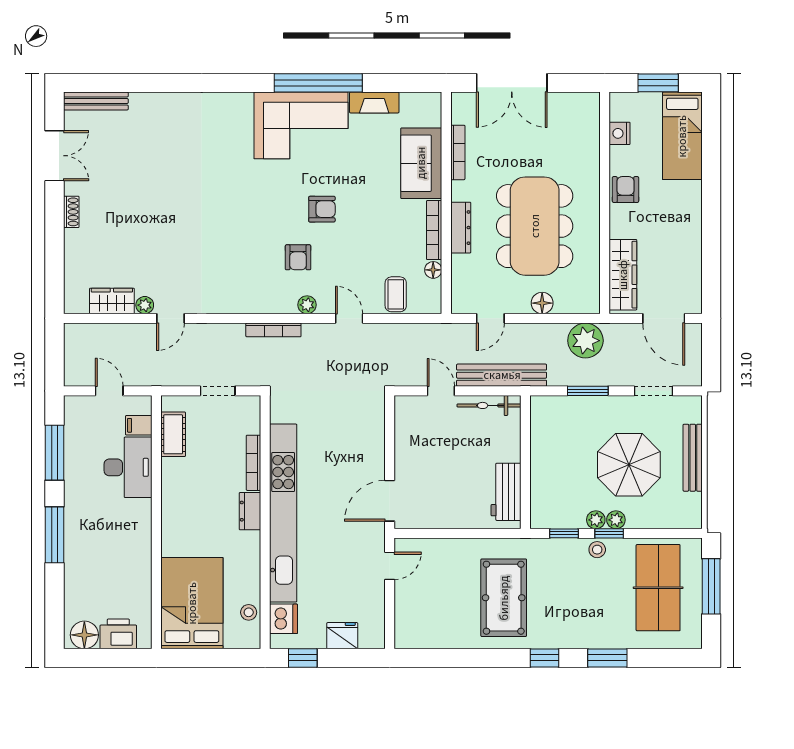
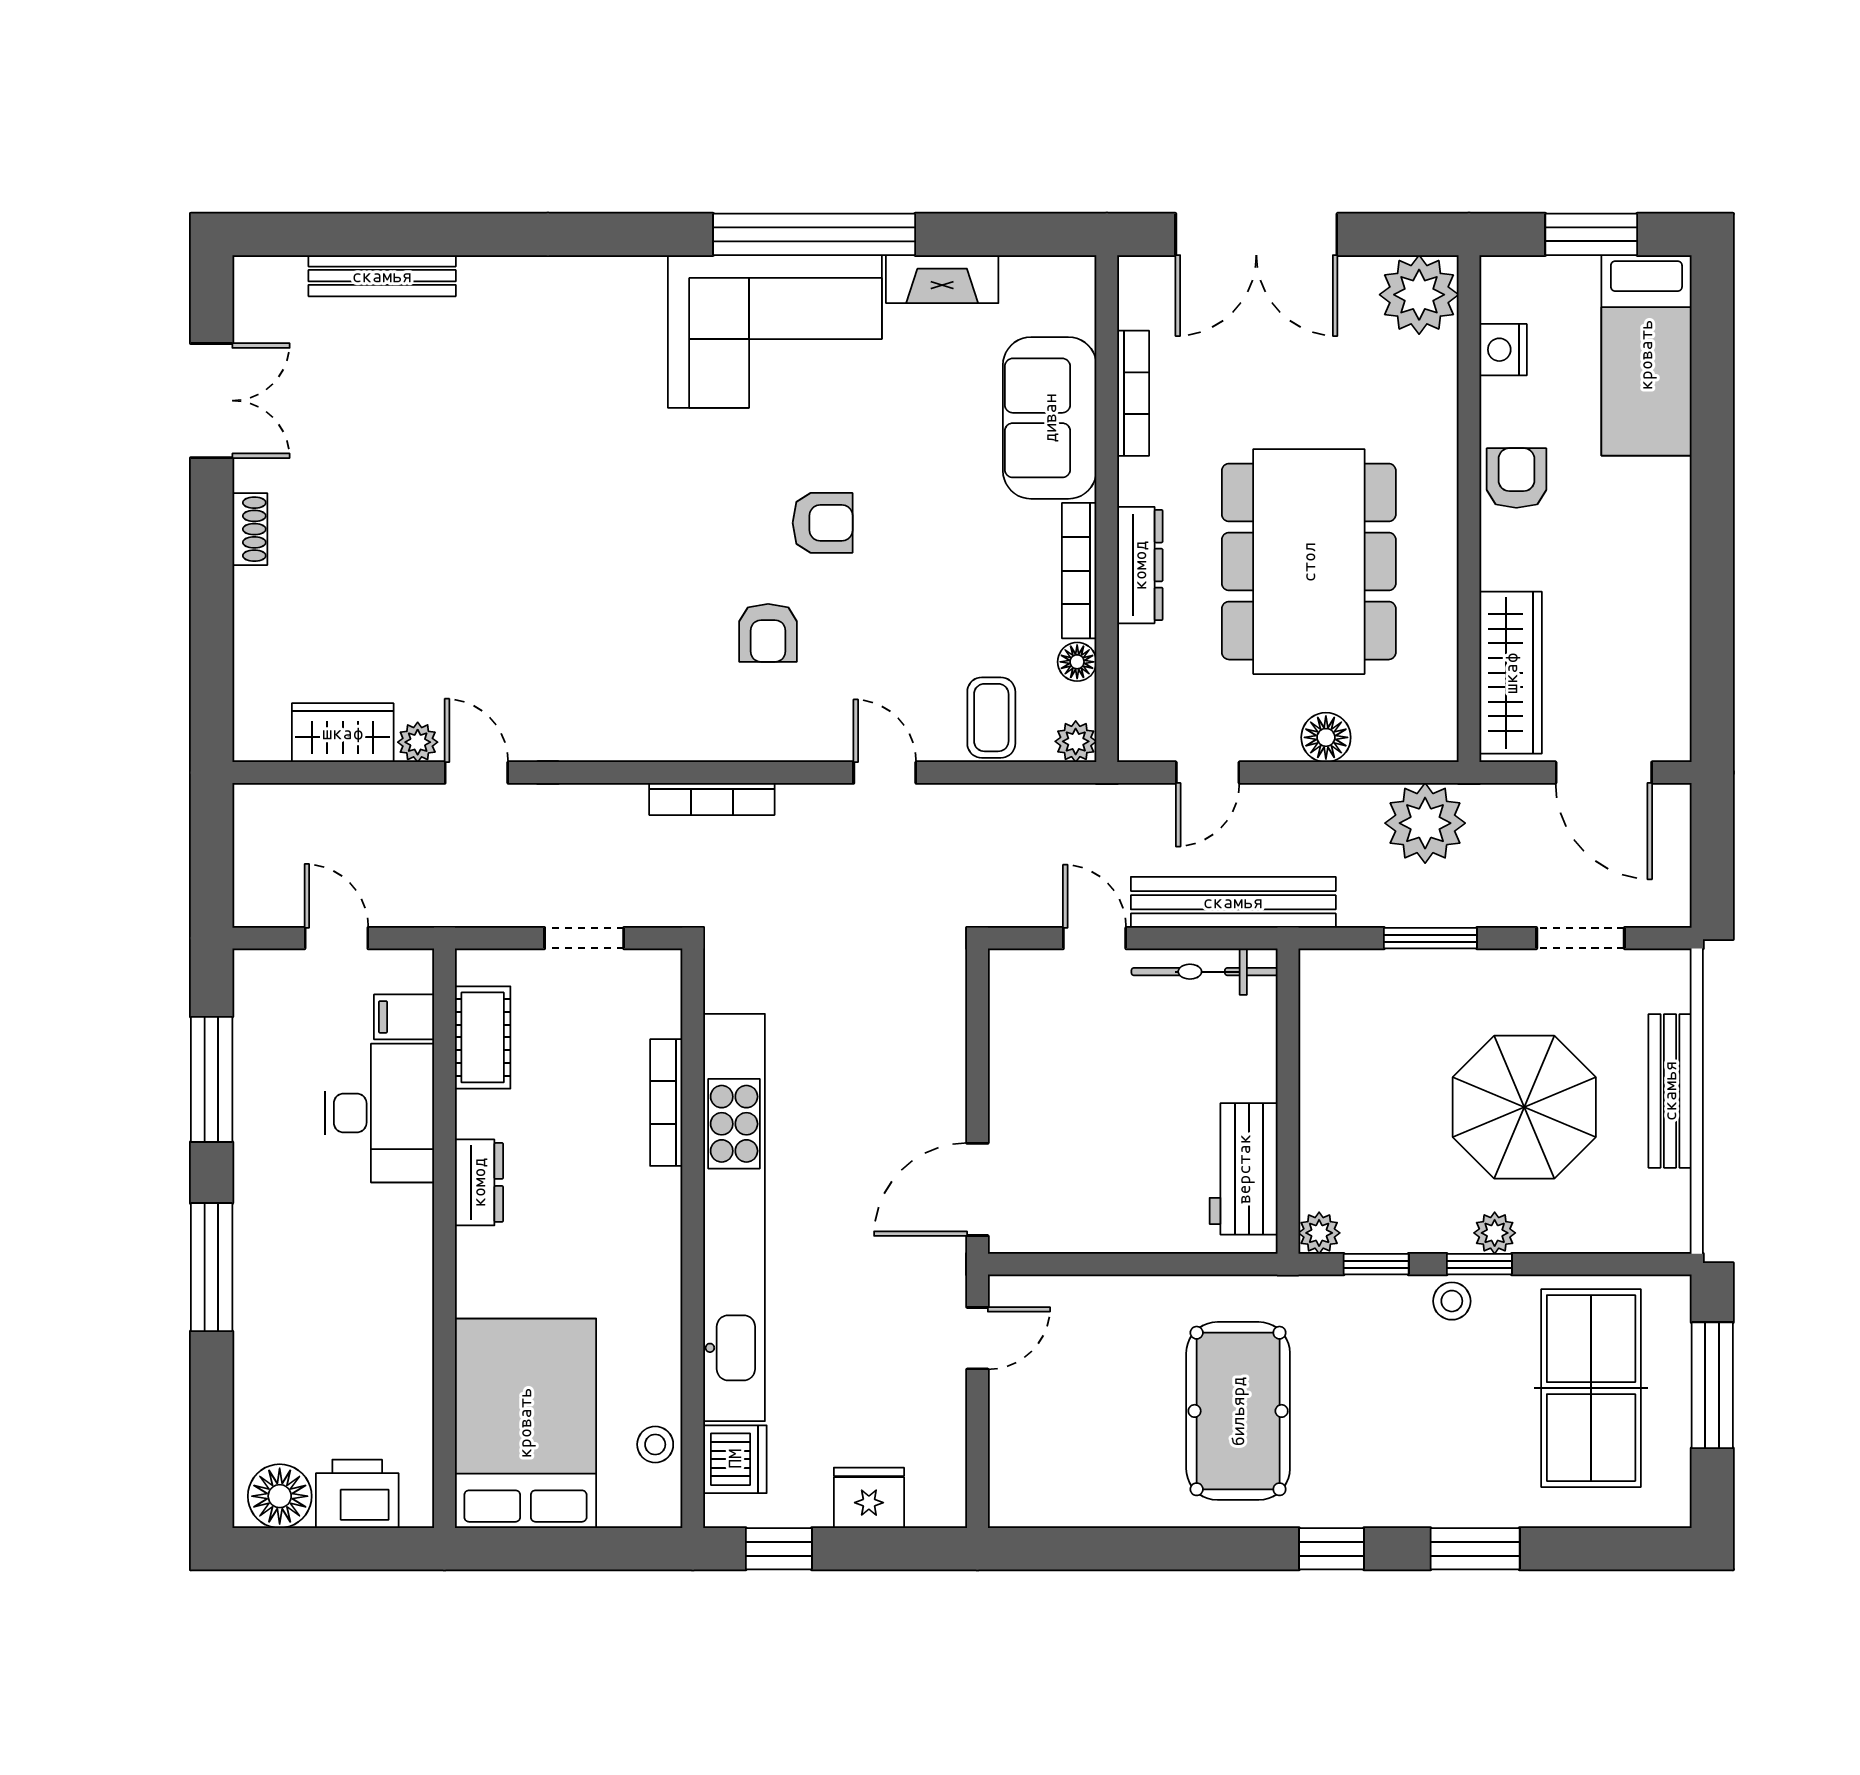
bench: (96, 101) -> (382, 276), moved
plant: (583, 109) -> (1419, 295), added
plant: (307, 305) -> (1076, 741), moved
door: (170, 318) -> (476, 773), swing flipped
dresser: (250, 511) -> (479, 1182), moved, turned 180
plant: (596, 520) -> (1319, 1233), moved

